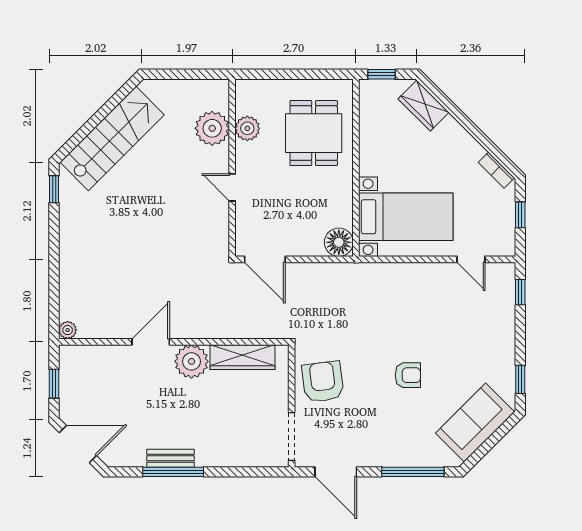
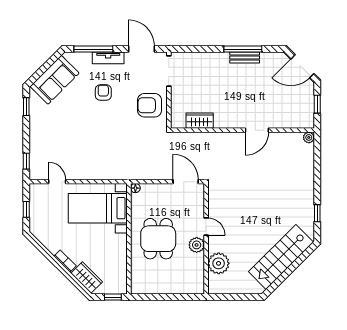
plant: (247, 128) -> (197, 245), moved
dining table: (314, 133) -> (158, 239), moved
bookcase: (496, 170) -> (65, 261), moved
window: (54, 189) -> (317, 213), moved
floor lamp: (339, 242) -> (135, 188), width x0.53, depth x0.53
wardrobe: (243, 357) -> (200, 121), width x0.67
plant: (191, 361) -> (231, 118), removed
armchair: (408, 375) -> (103, 92), moved, turned 90
armchair: (323, 382) -> (150, 105), turned 97
tv unit: (389, 458) -> (108, 58), added

